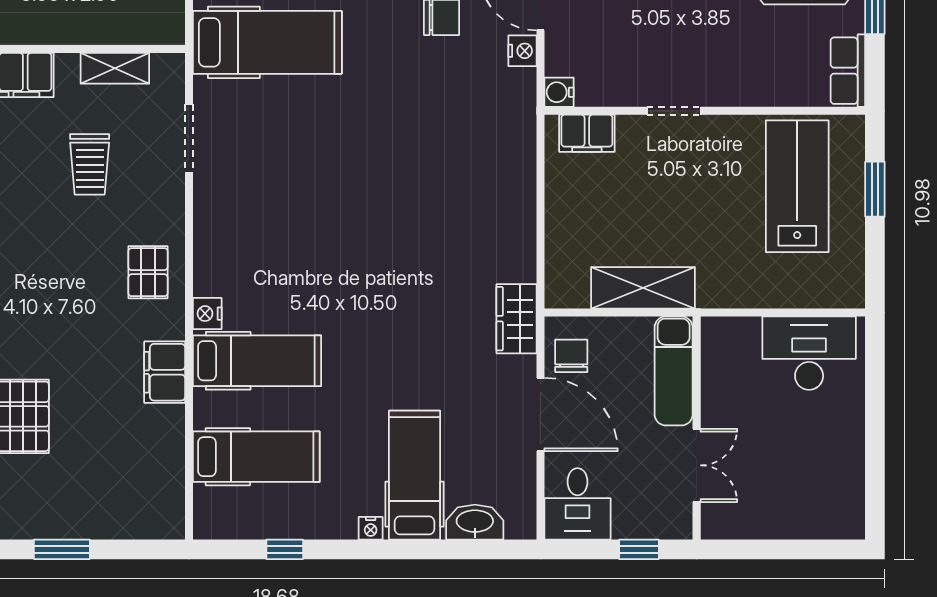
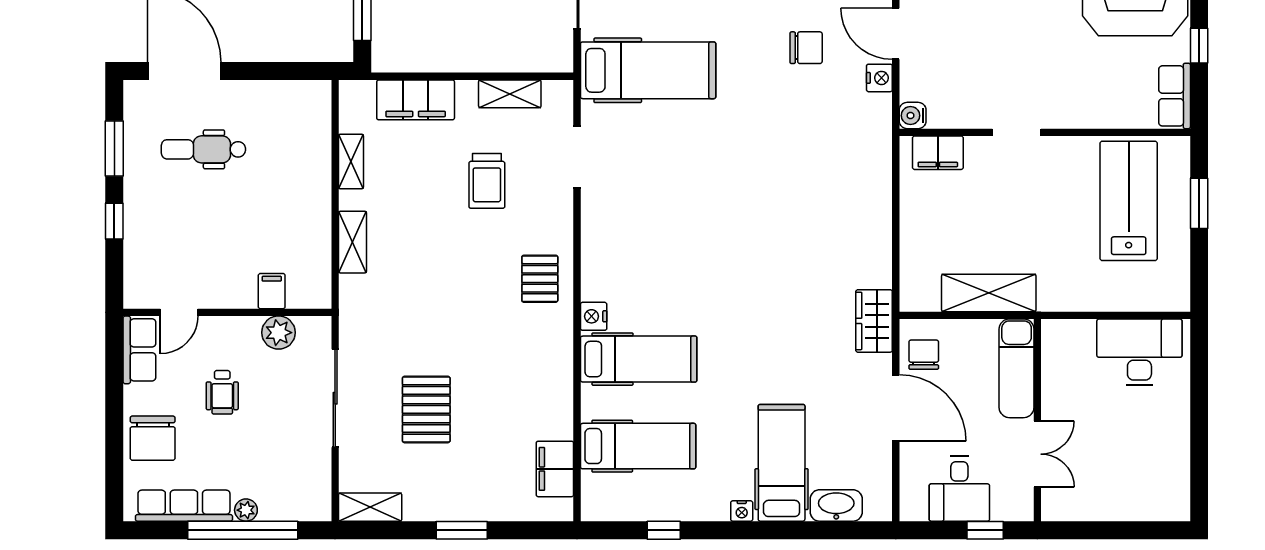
filing cabinet: (165, 372) -> (555, 469), moved
desk: (577, 504) -> (959, 489), moved

